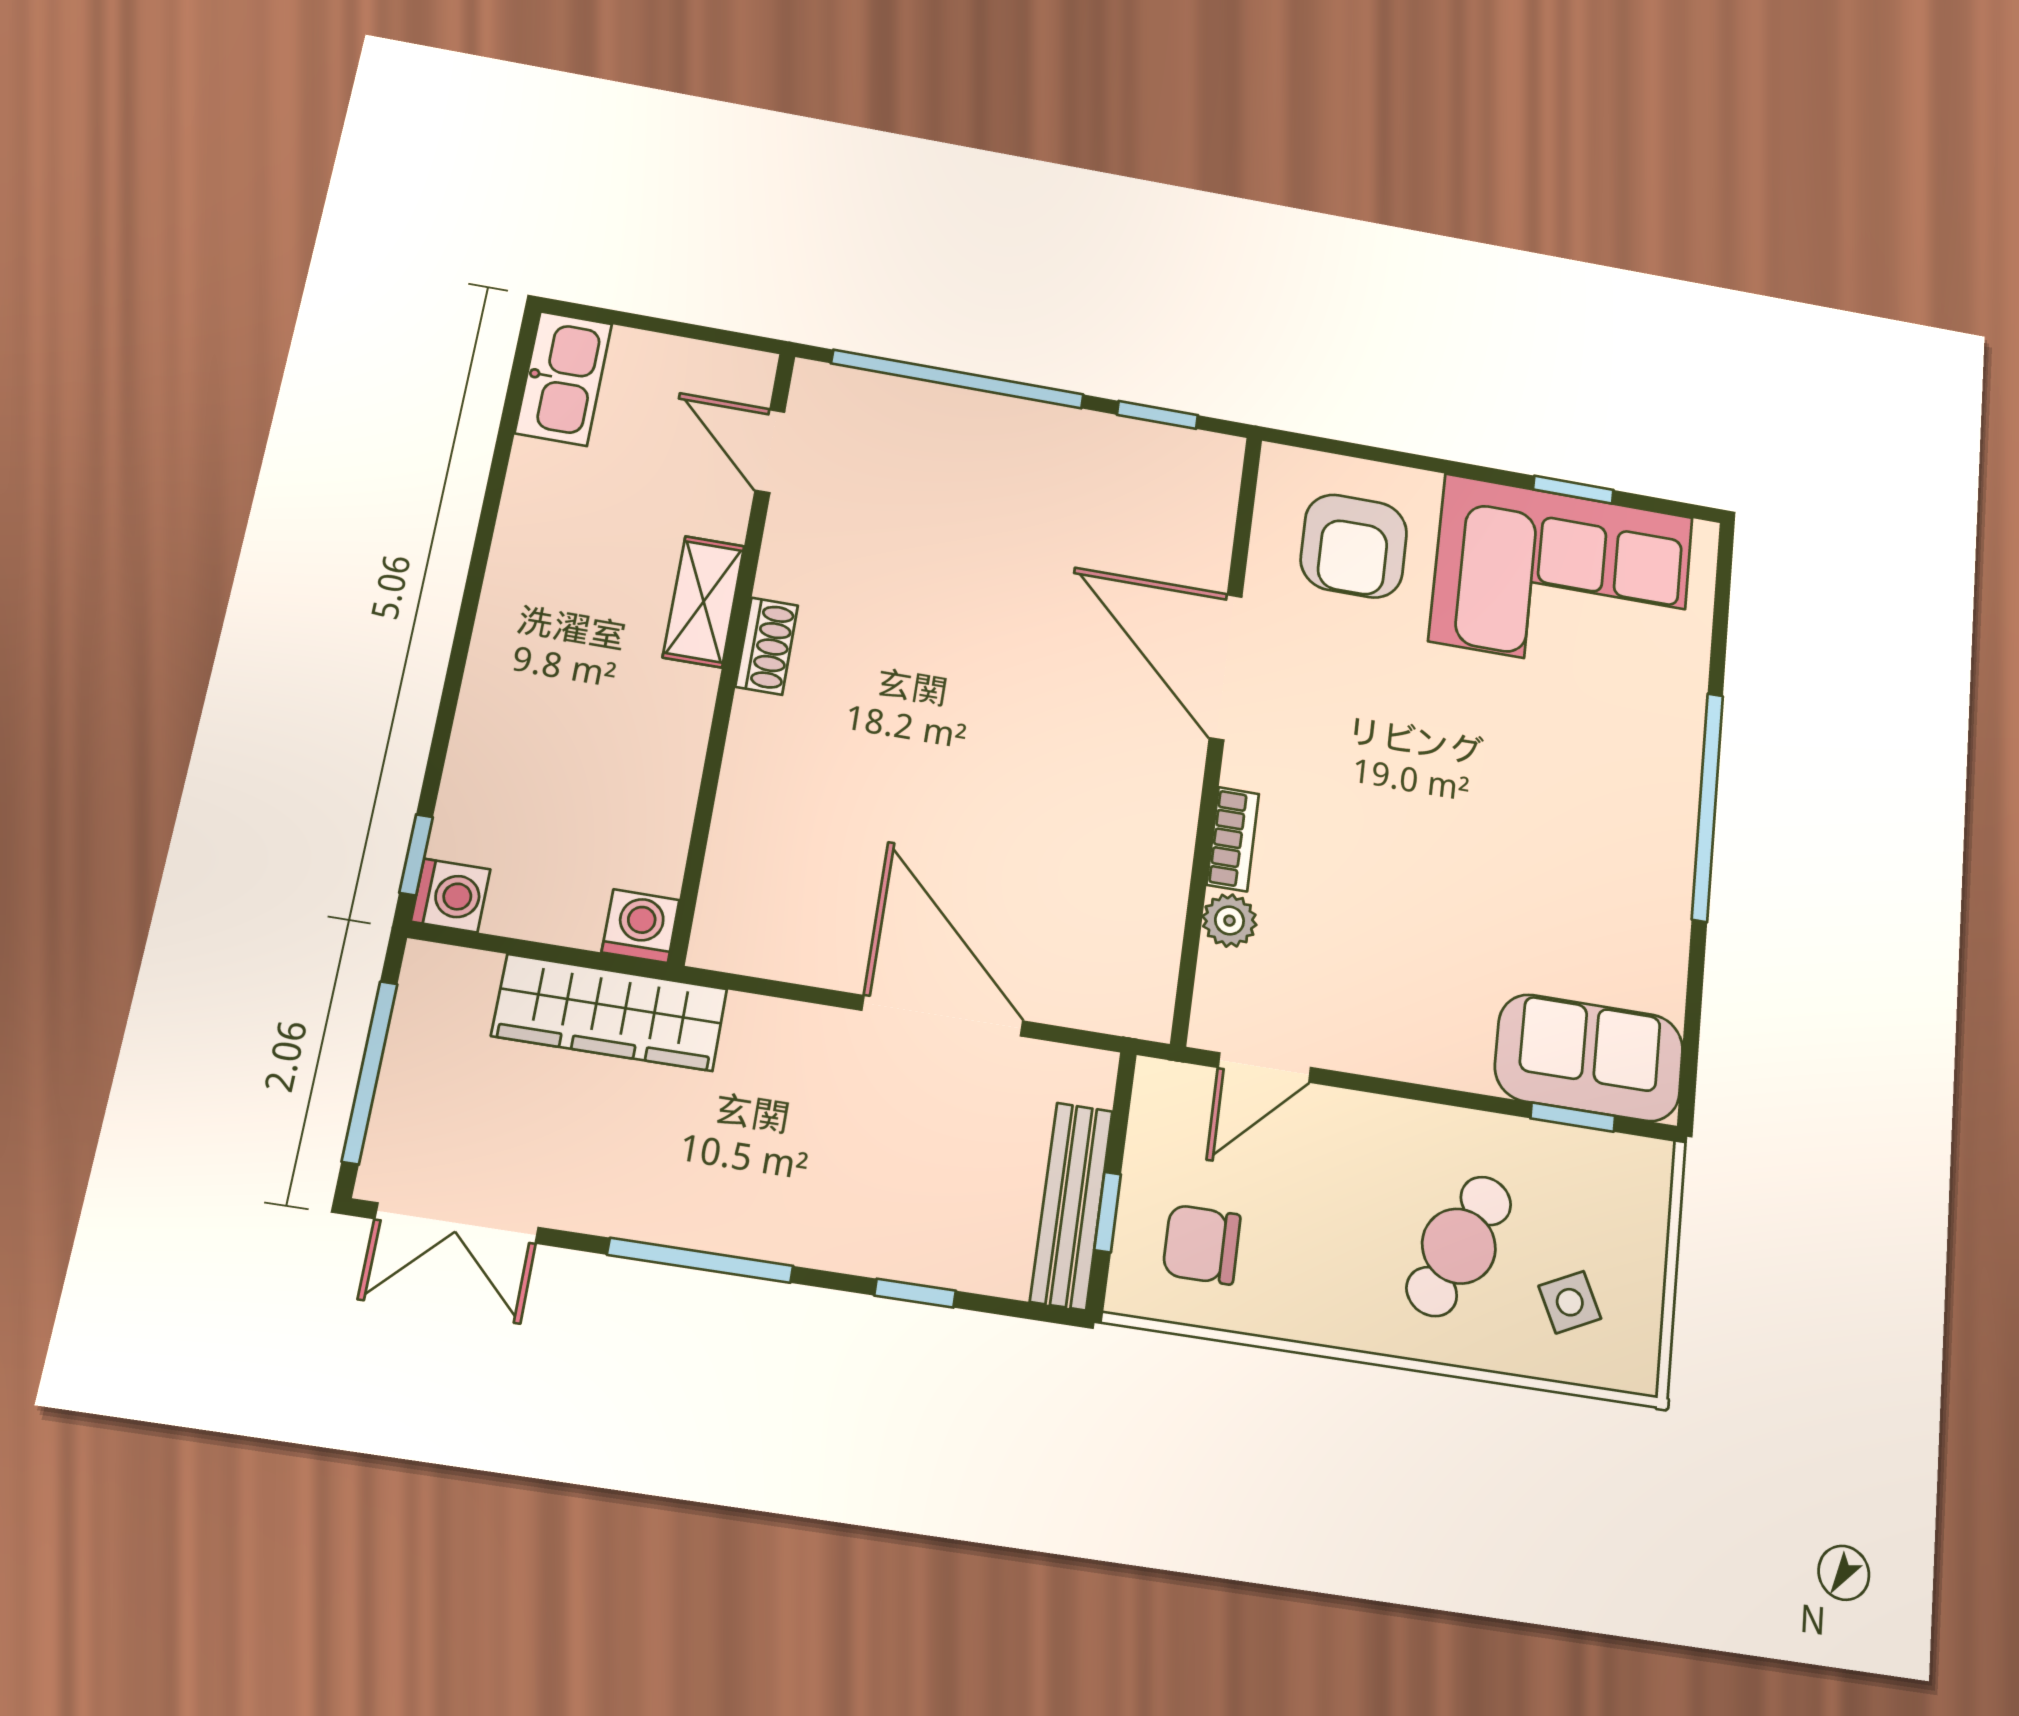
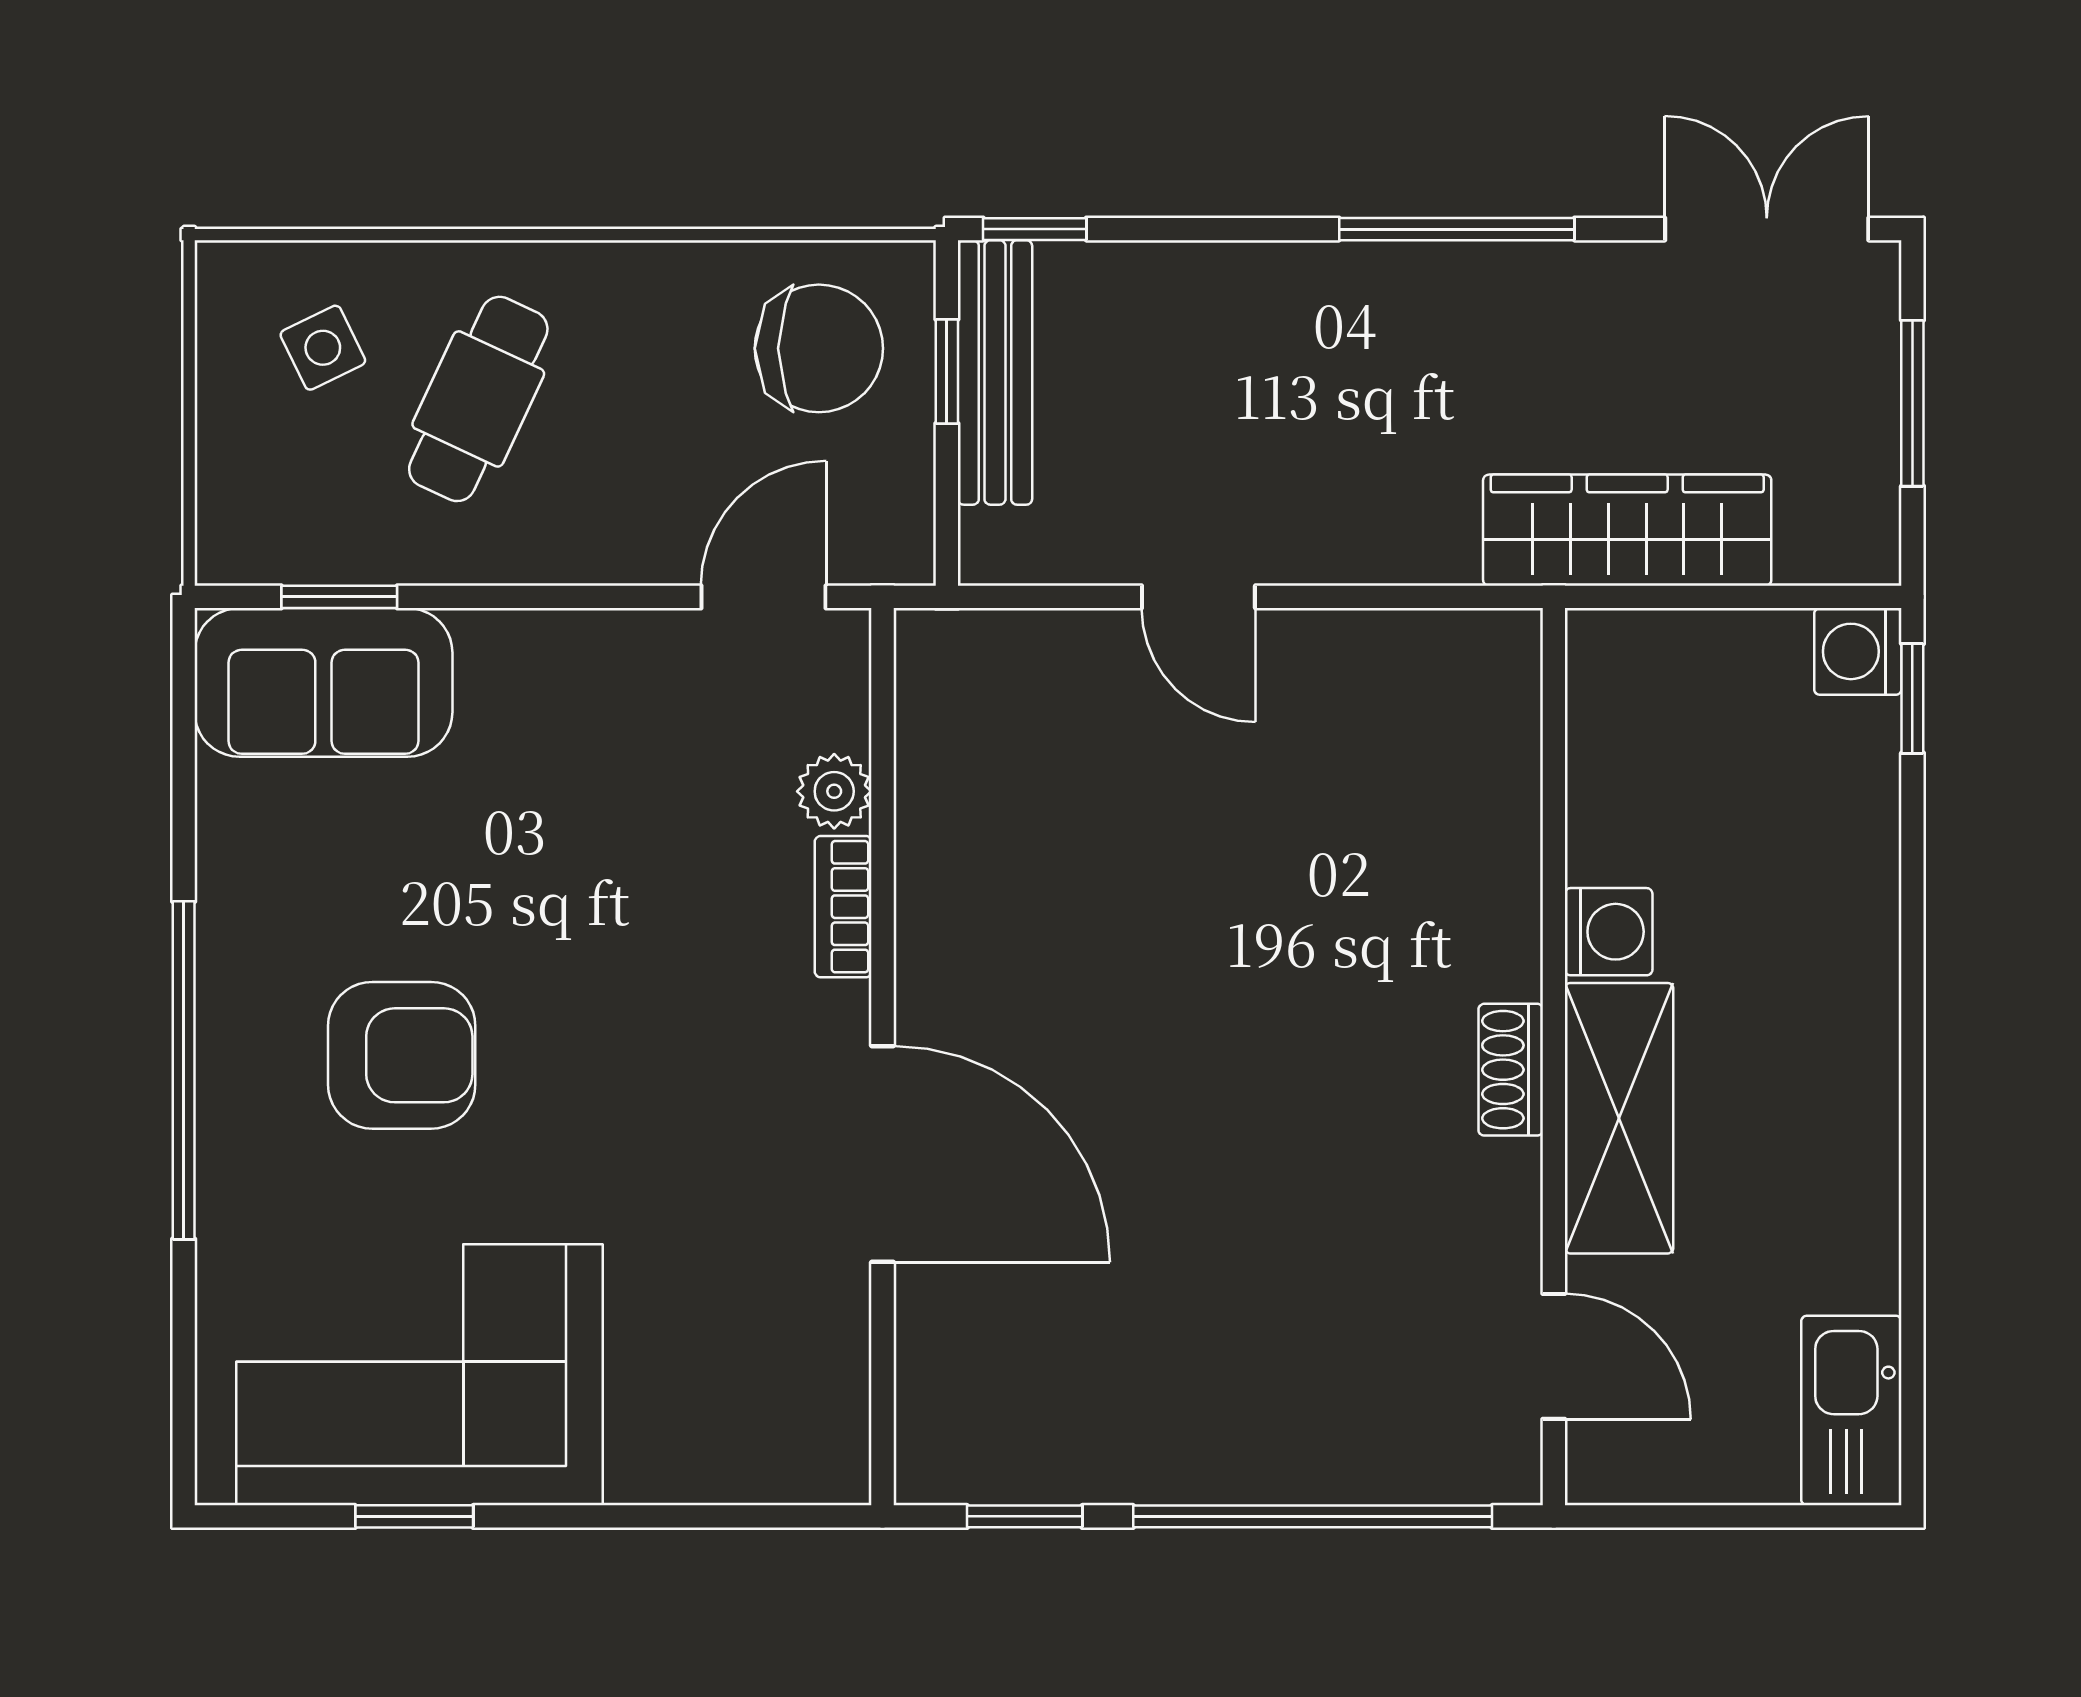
armchair: (1354, 546) -> (402, 1055), moved, turned 90
shelving: (704, 602) -> (1619, 1118), width x1.50, depth x1.33
washing machine: (641, 926) -> (1609, 932), moved, turned -90
door: (942, 1016) -> (1198, 597), width x0.53
window: (370, 1072) -> (1912, 403), width x0.69
chair: (1202, 1244) -> (819, 348), width x1.37, depth x1.37
window: (915, 1293) -> (1035, 229), moved

